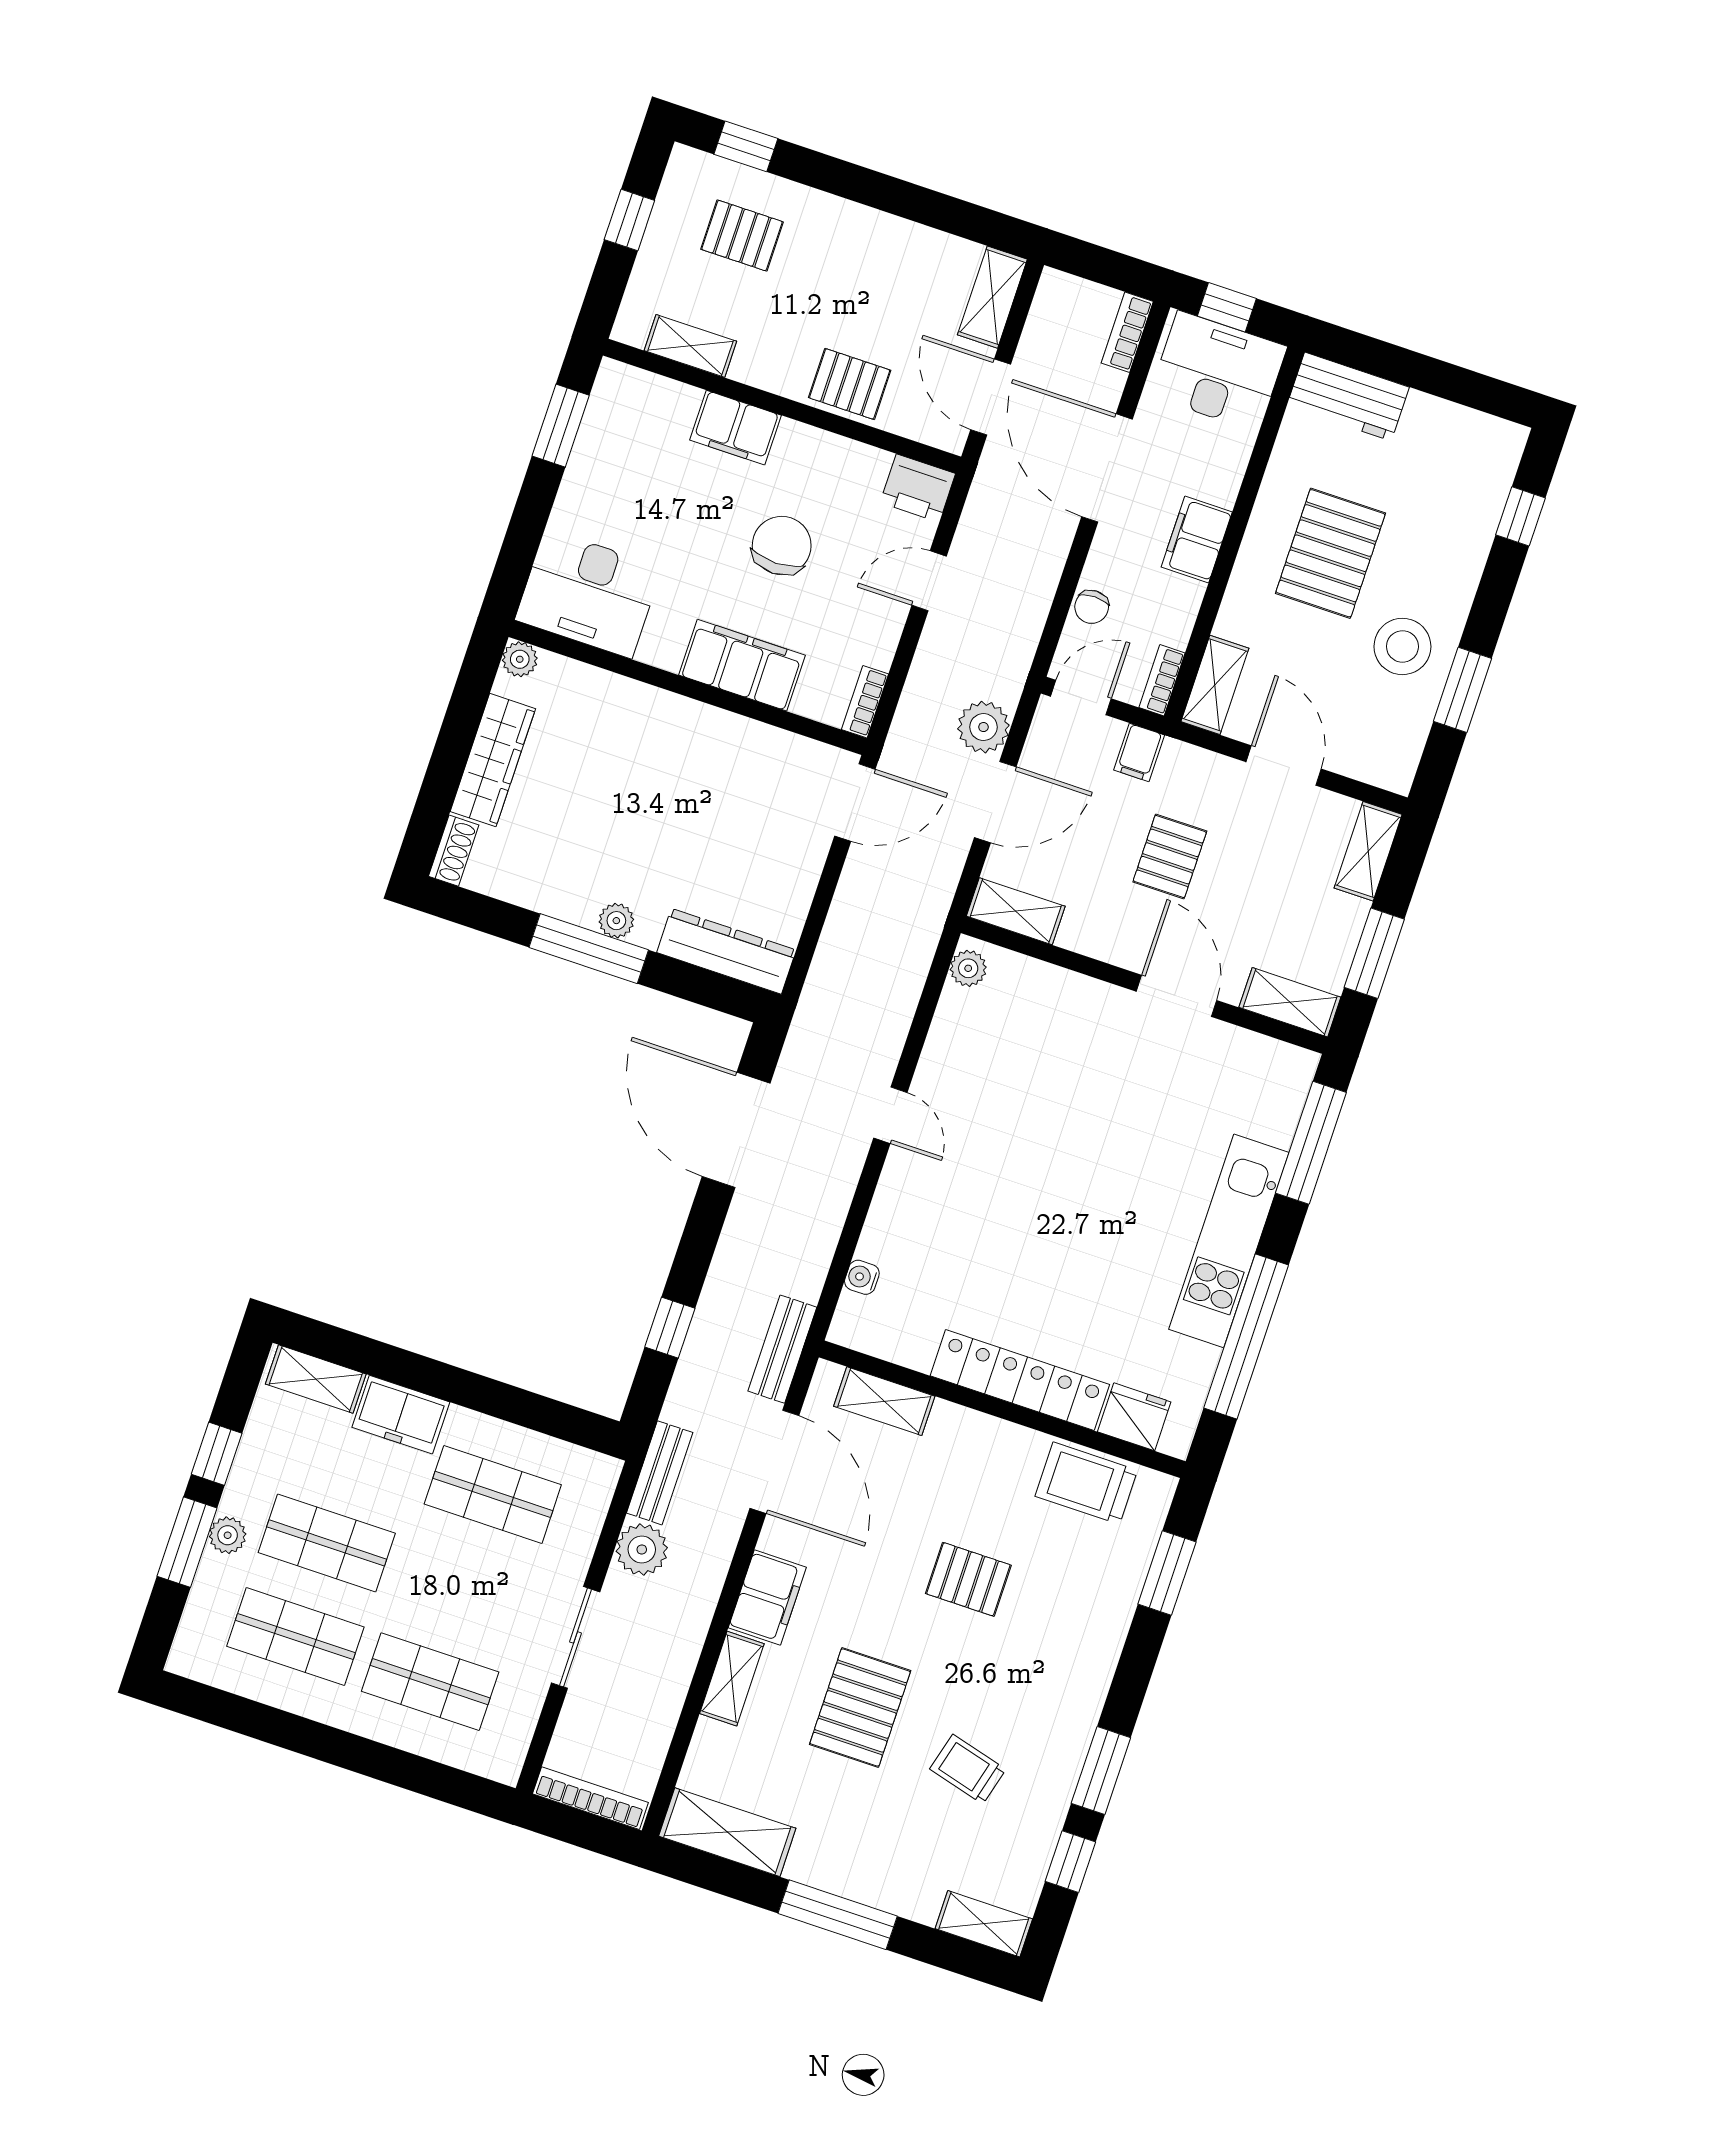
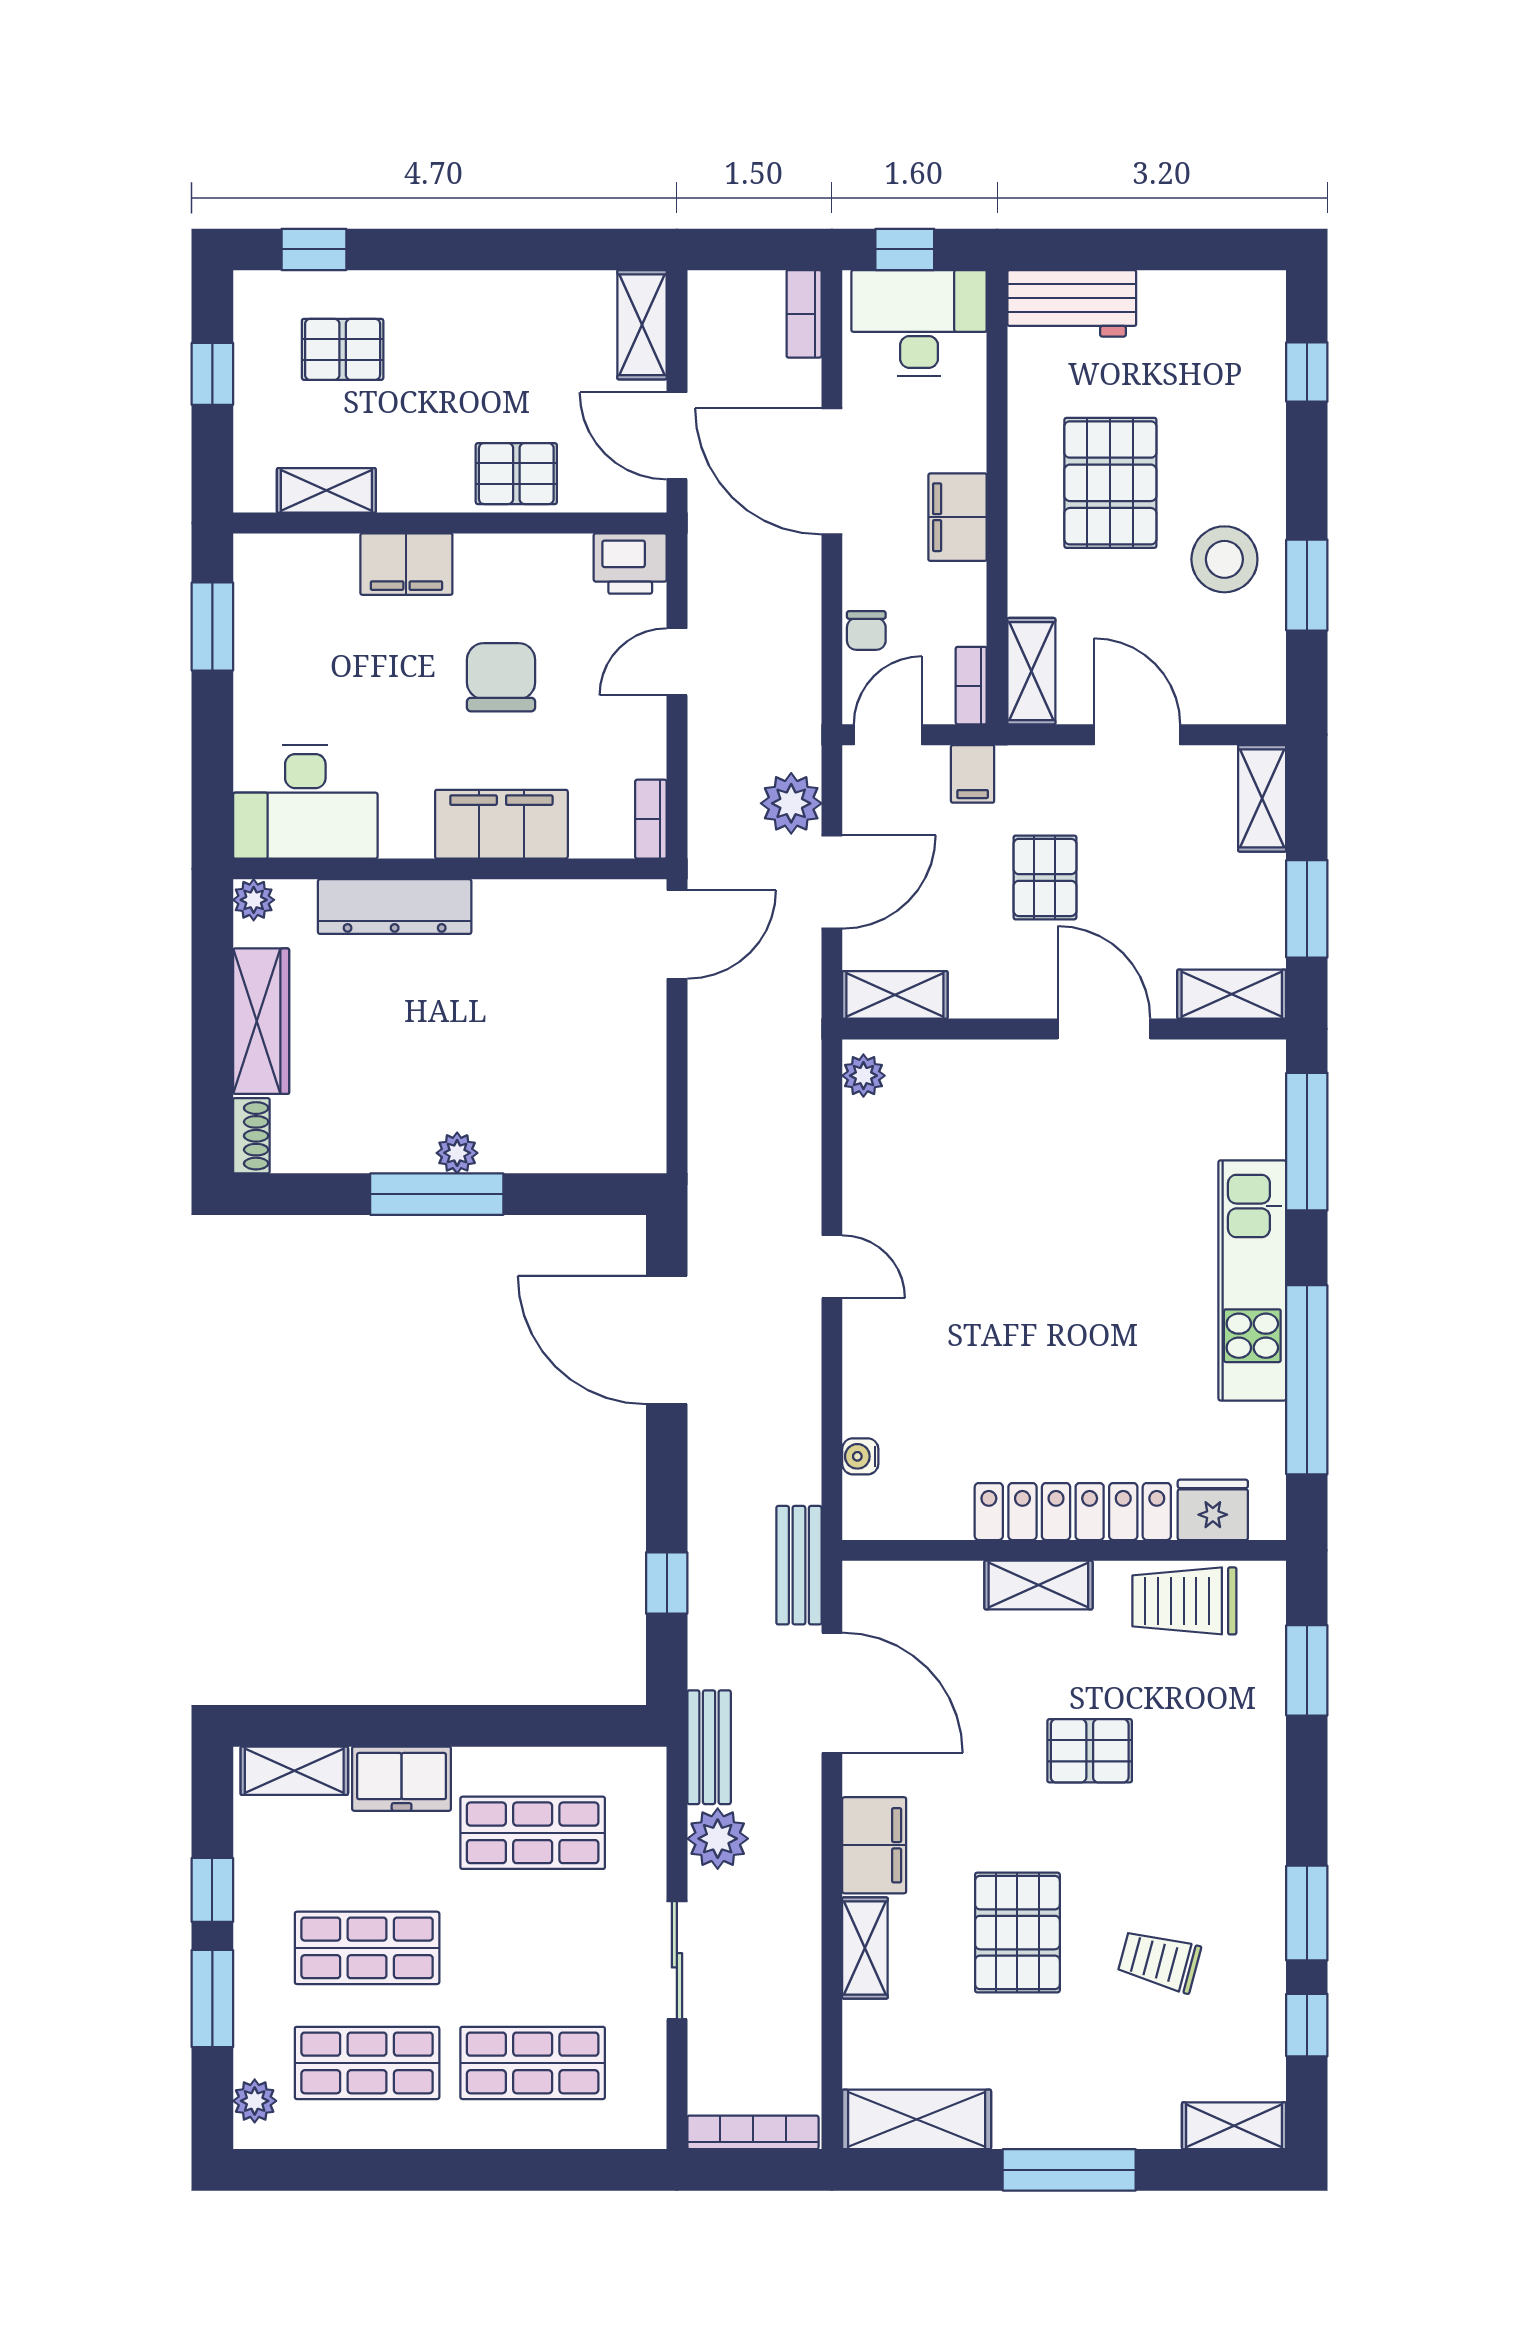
dresser: (726, 951) -> (395, 907), moved, turned 180
shelving: (884, 1401) -> (1038, 1585), moved
plant: (228, 1535) -> (255, 2101), moved

